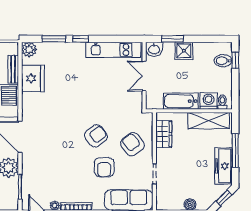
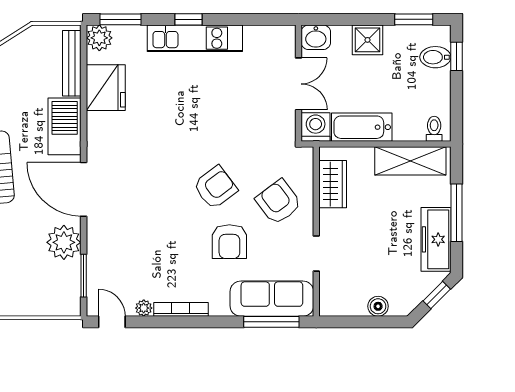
window: (54, 39) -> (121, 19), moved
window: (172, 39) -> (414, 19), moved
kitchen unit: (113, 50) -> (195, 38), moved
bench: (13, 69) -> (72, 63), width x1.36
double door: (144, 76) -> (299, 84), swing flipped
washing machine: (209, 101) -> (316, 127), moved

